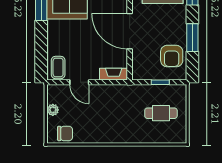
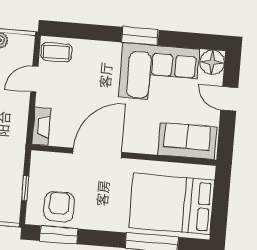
window: (192, 38) -> (59, 235), moved
armchair: (172, 56) -> (59, 207), turned 90

